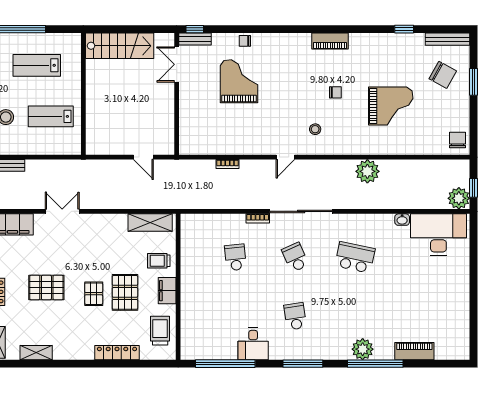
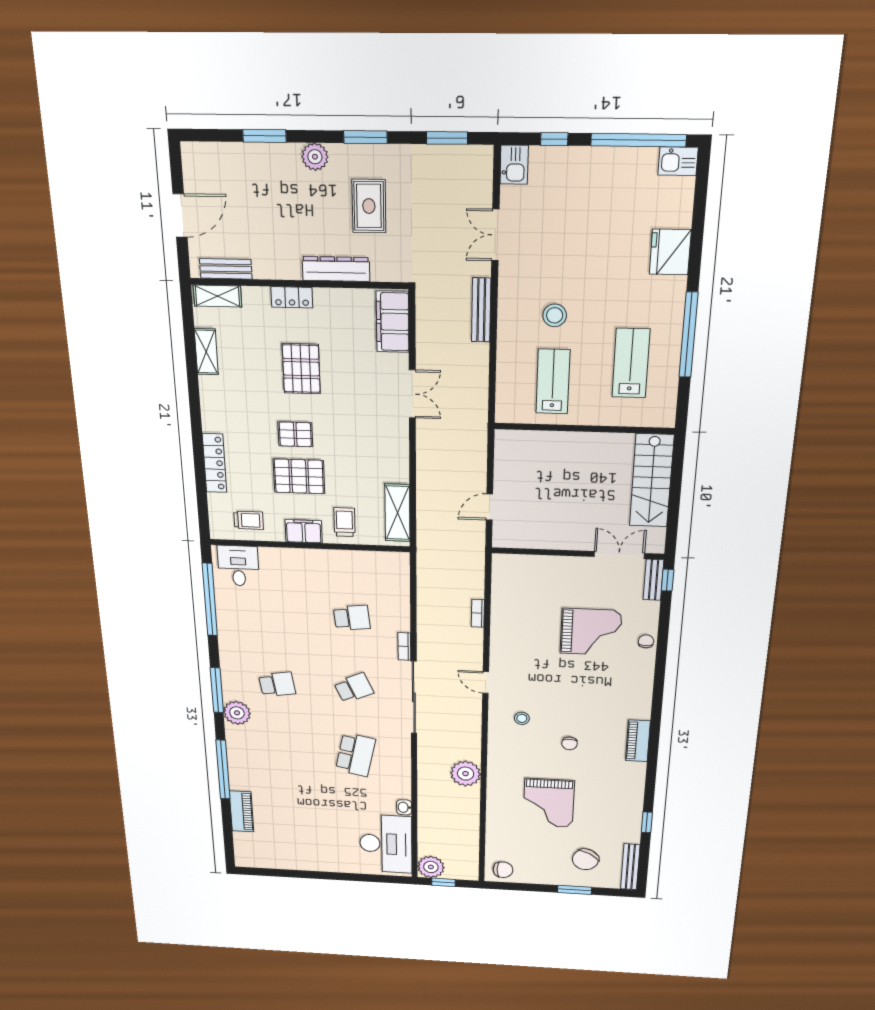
trolley: (160, 331) -> (249, 520), width x0.73, depth x0.72
desk: (253, 344) -> (238, 566), moved, turned 90
plant: (363, 349) -> (237, 713), moved

